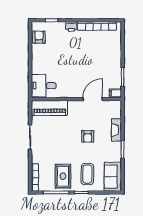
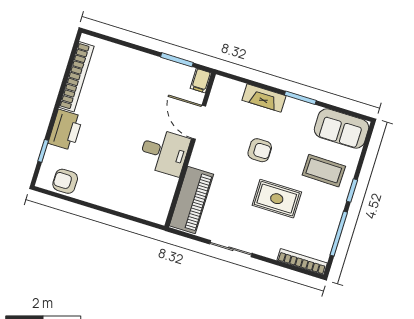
printer: (71, 26) -> (65, 130), width x1.87, depth x1.48
desk: (44, 86) -> (164, 152), moved, turned -90
rug: (63, 176) -> (277, 199), moved

